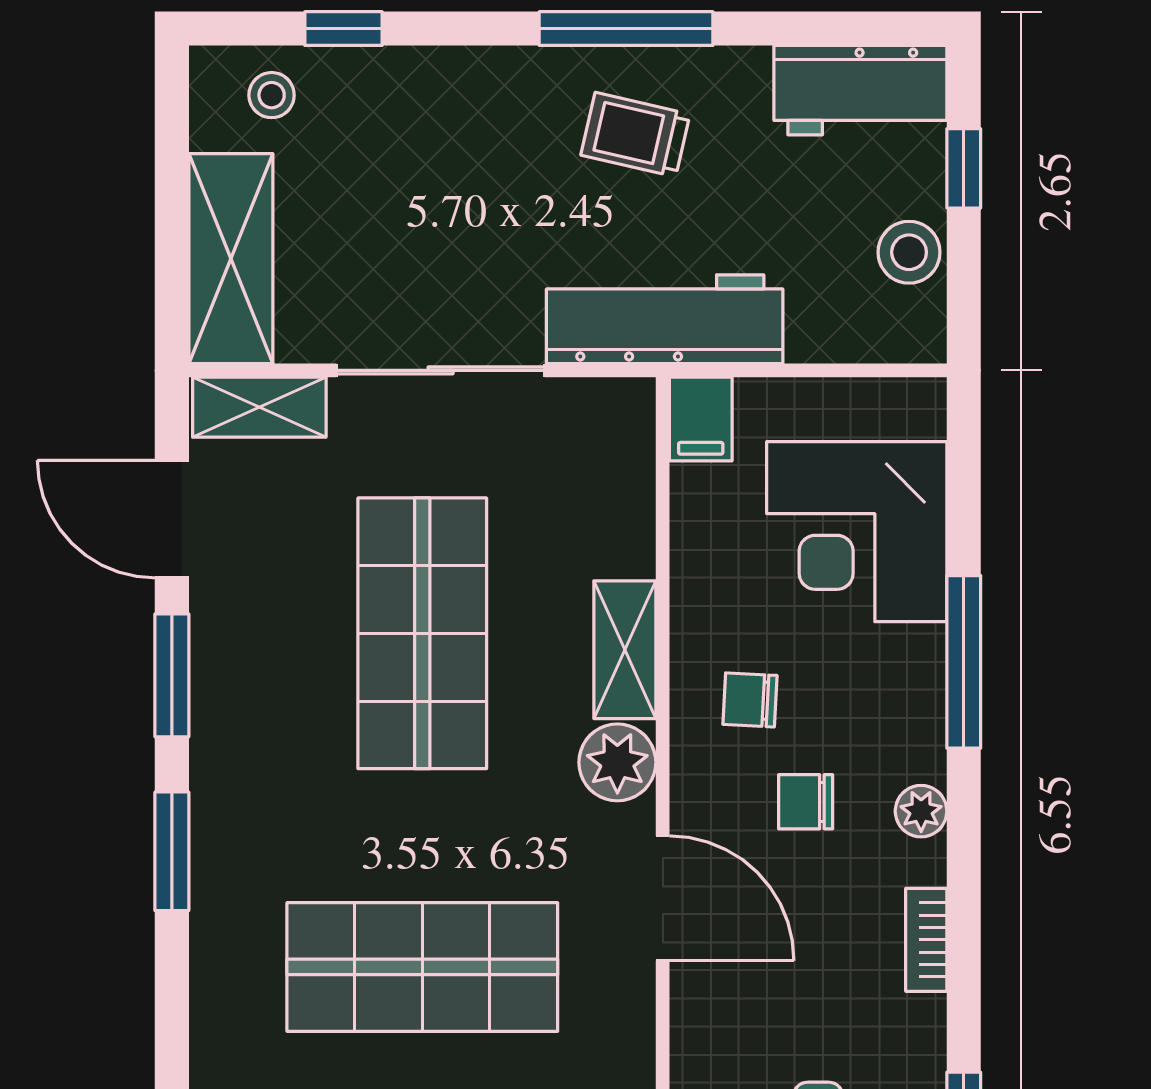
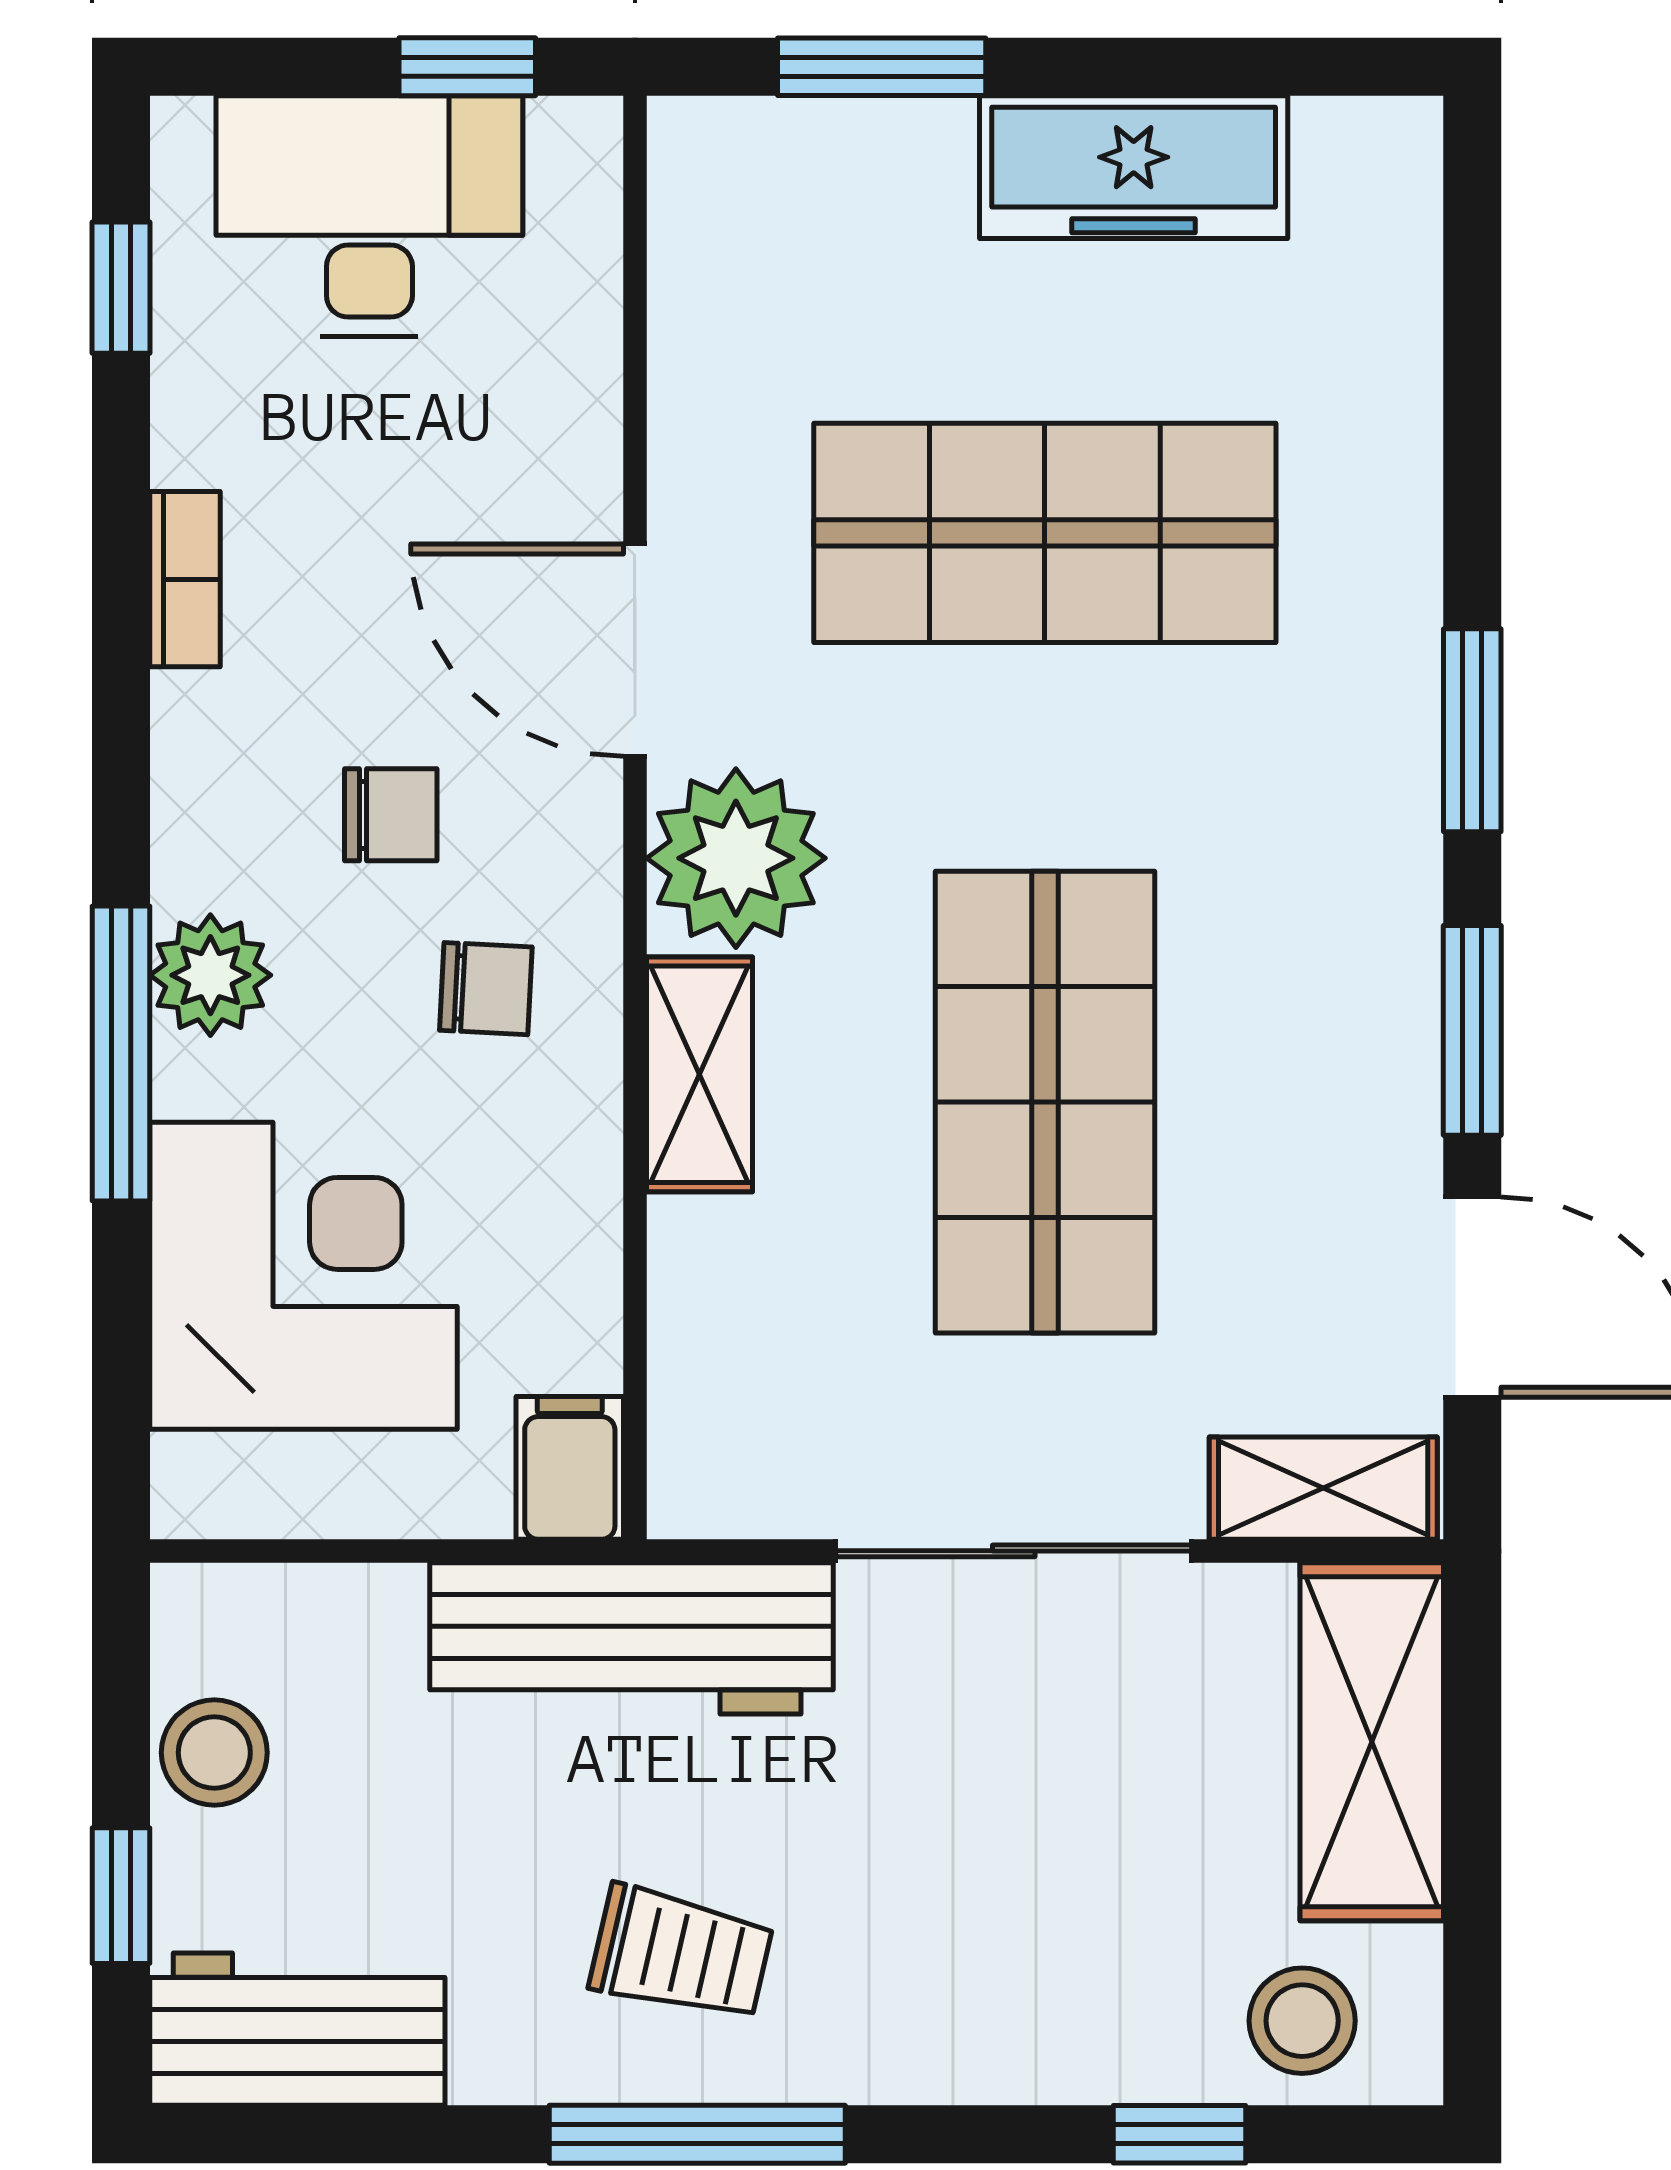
stool: (272, 95) -> (1302, 2021), width x1.37, depth x1.37
plant: (617, 762) -> (736, 858), width x1.36, depth x1.36
plant: (921, 811) -> (210, 975), moved, width x1.38, depth x1.38

